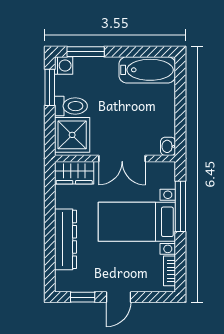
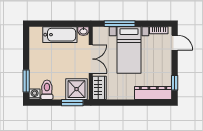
bathtub: (147, 70) -> (60, 35), moved, turned 90
window: (50, 87) -> (72, 103), moved
toilet: (71, 106) -> (47, 90), moved
dresser: (66, 239) -> (153, 93), moved
door: (119, 297) -> (175, 43), moved

